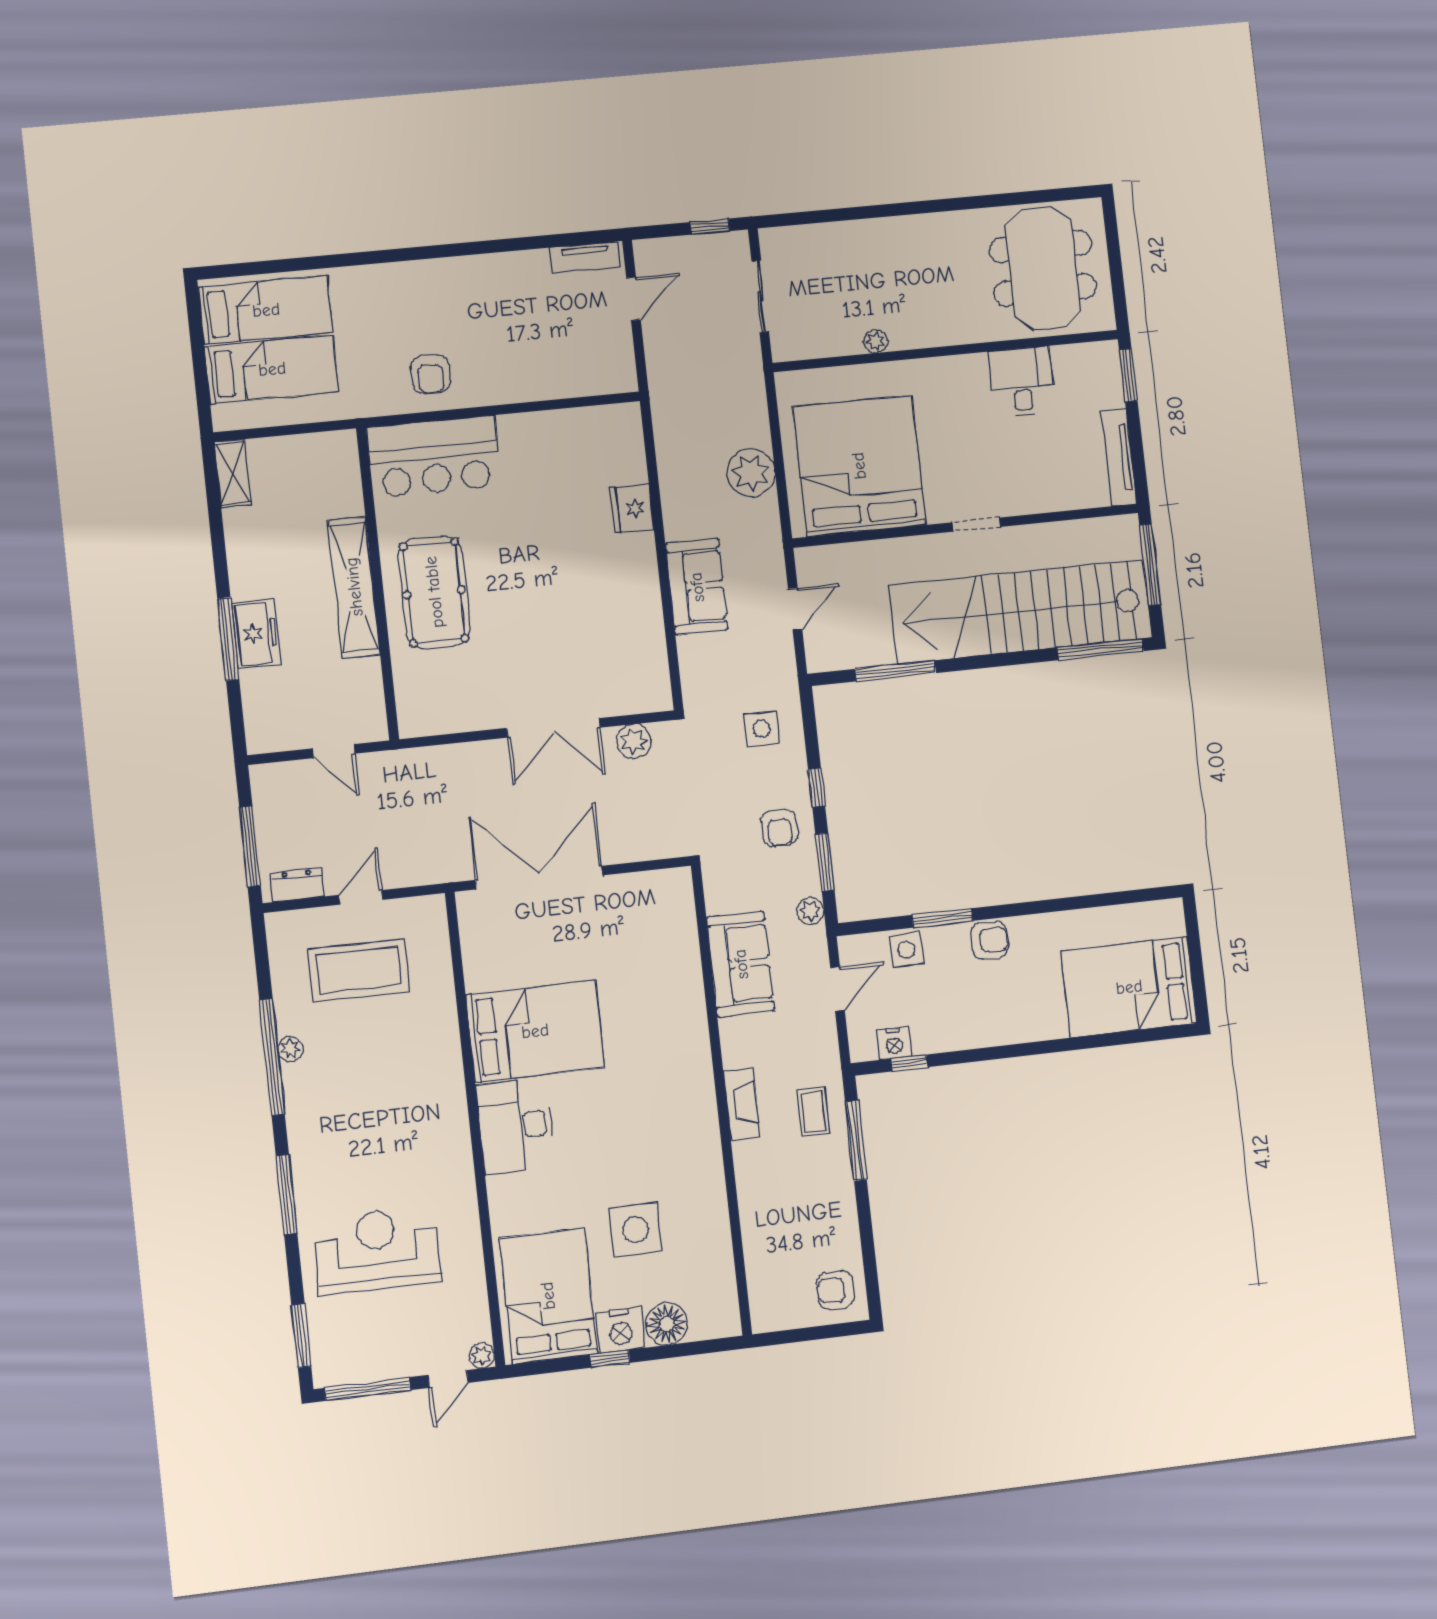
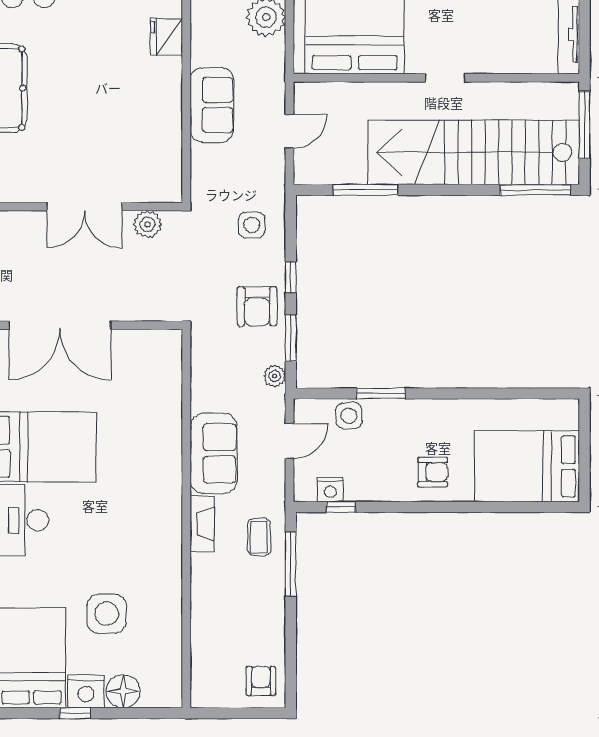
armchair: (779, 828) -> (257, 306), width x1.38, depth x1.38
double door: (539, 878) -> (60, 325), swing flipped
armchair: (989, 940) -> (433, 472), moved
sofa: (741, 964) -> (214, 453), moved
armchair: (835, 1290) -> (261, 681), turned 90

